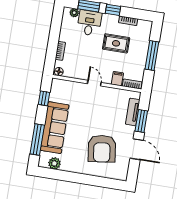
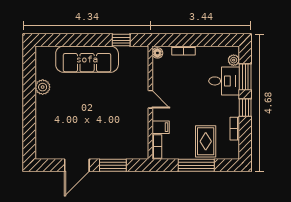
rug: (116, 43) -> (206, 141), moved
door: (94, 83) -> (150, 99), hinge flipped
tv unit: (133, 112) -> (122, 153), removed
window: (37, 139) -> (69, 40), removed
armchair: (102, 149) -> (71, 122), removed
plant: (54, 163) -> (43, 87), moved

